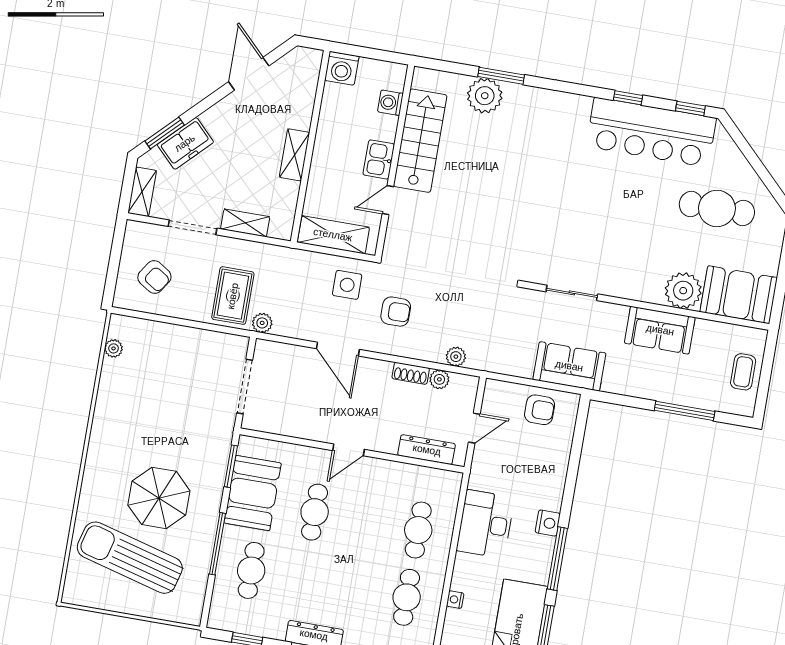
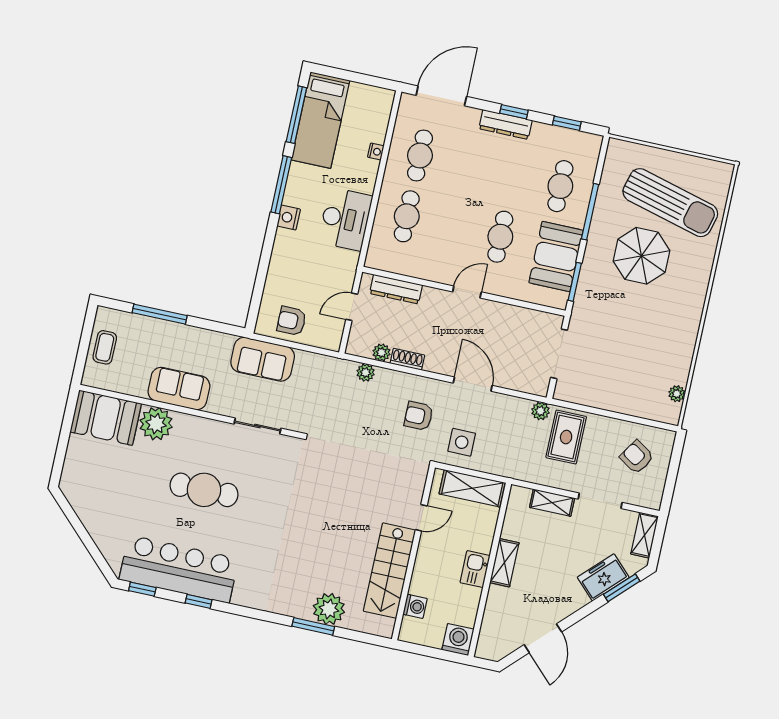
kitchen sink: (379, 159) -> (475, 569), moved, turned 180
cafe table: (717, 208) -> (204, 490), moved

